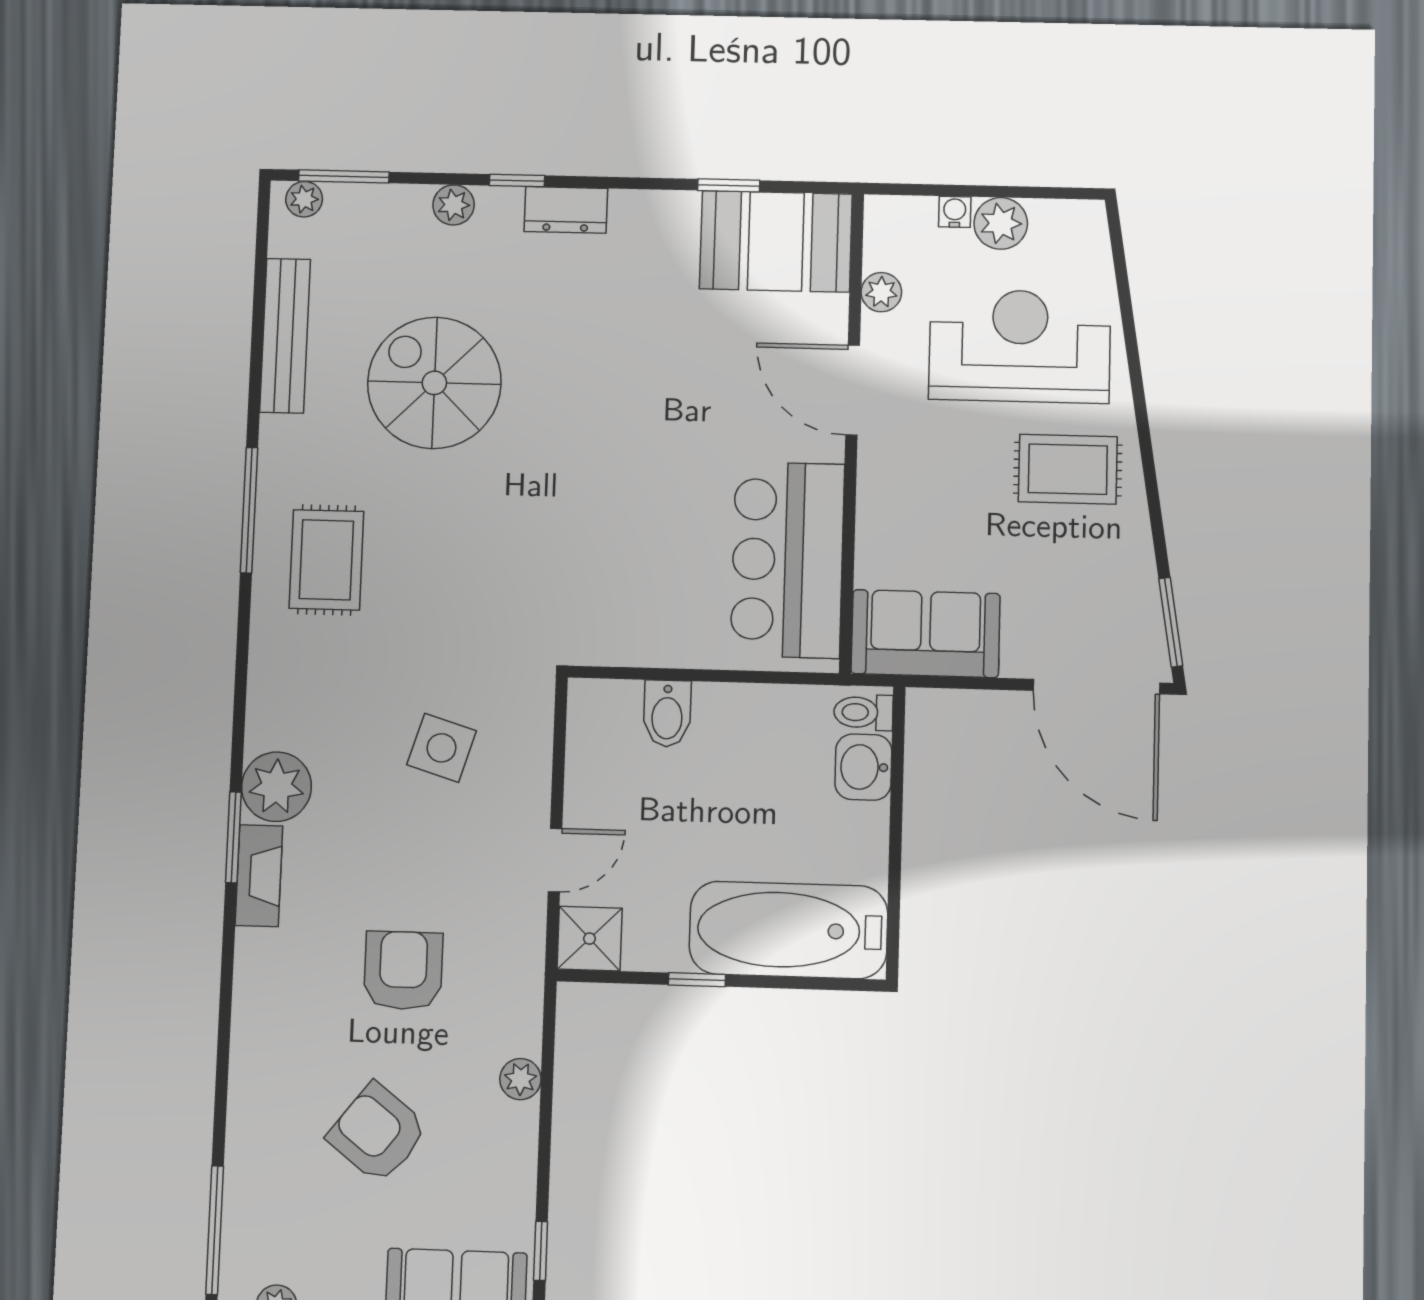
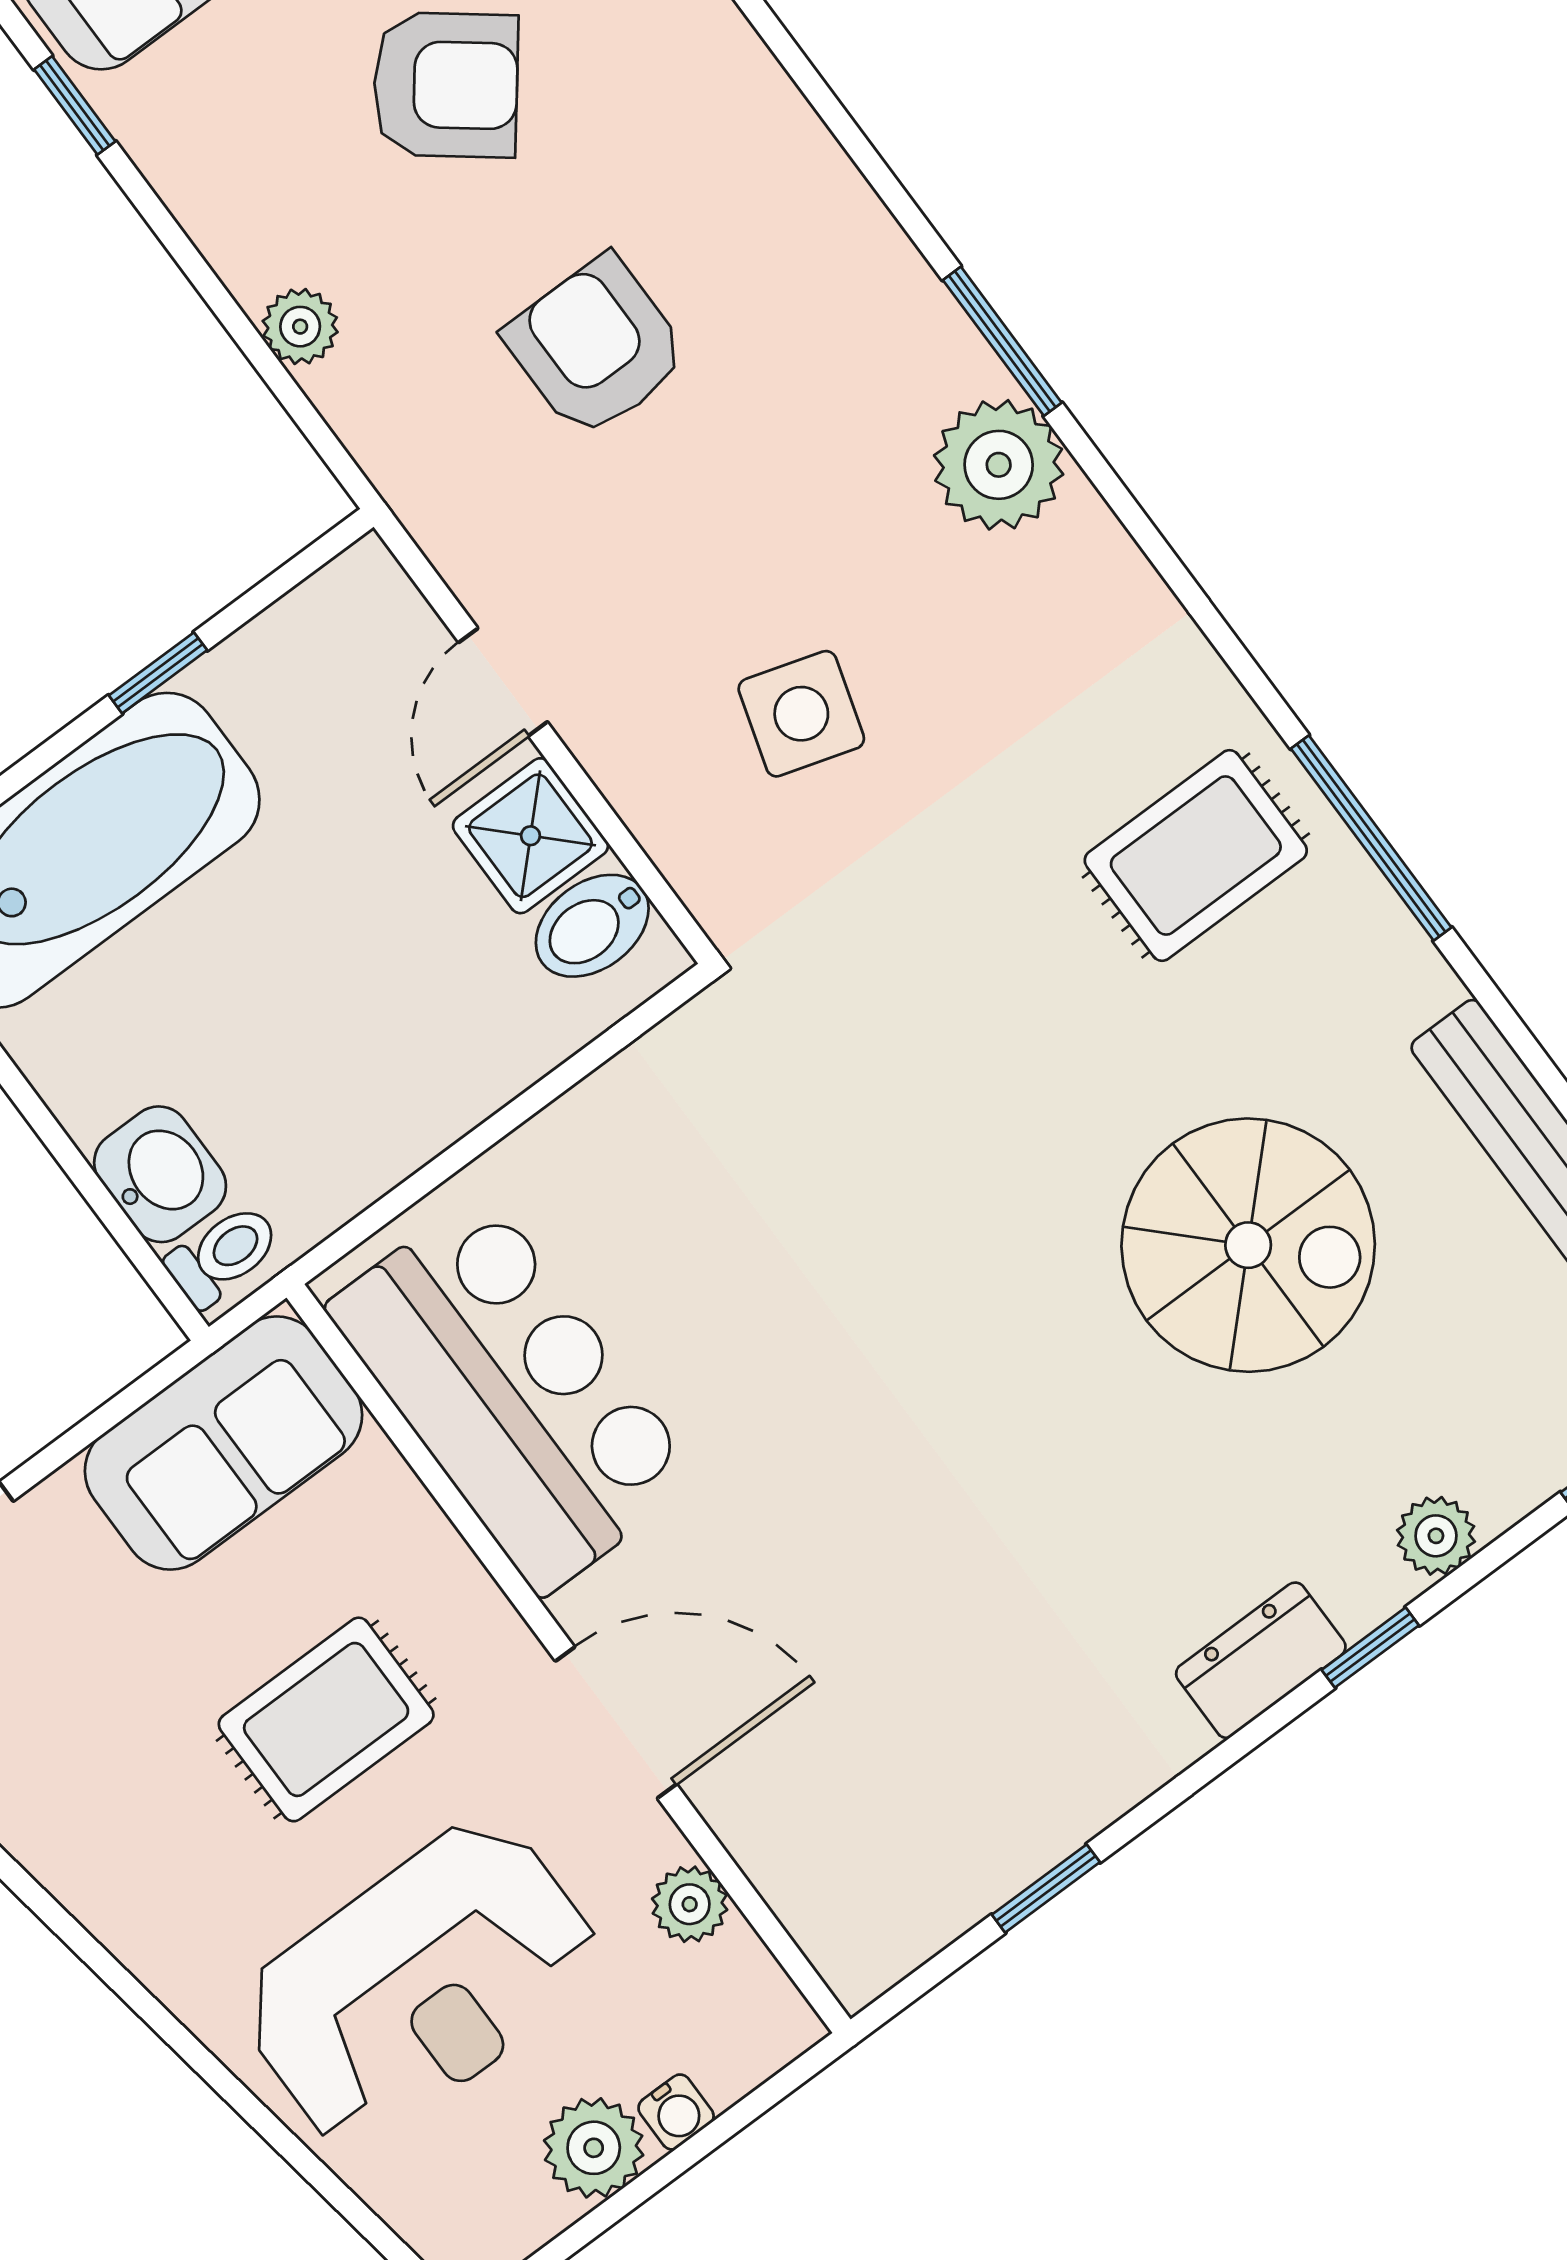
booth: (776, 241) -> (908, 1858), removed
rug: (1068, 469) -> (326, 1719), moved
rug: (326, 560) -> (1196, 856), turned 90
bidet: (667, 714) -> (592, 926), moved, turned -90
fireplace: (259, 876) -> (919, 316), removed
shower: (590, 939) -> (530, 836), moved
armchair: (403, 970) -> (596, 347), turned 180

